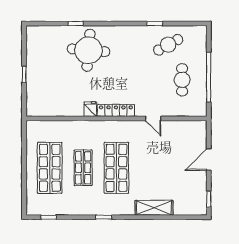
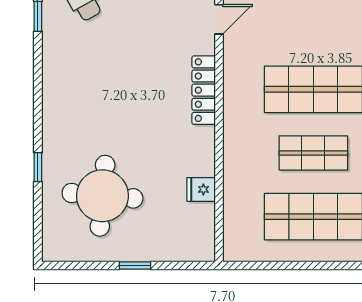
round table: (88, 50) -> (102, 196), moved
fridge: (90, 109) -> (201, 189), moved

